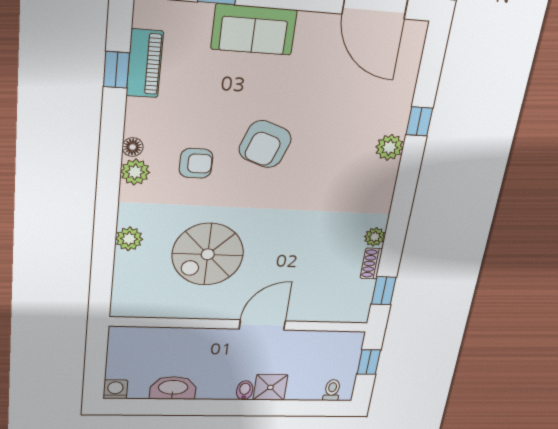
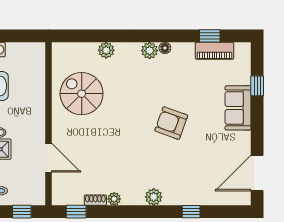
plant: (389, 147) -> (154, 197), moved
armchair: (196, 163) -> (157, 85), removed
spiral stairs: (208, 254) -> (82, 94), moved
door: (262, 325) -> (48, 158), moved

